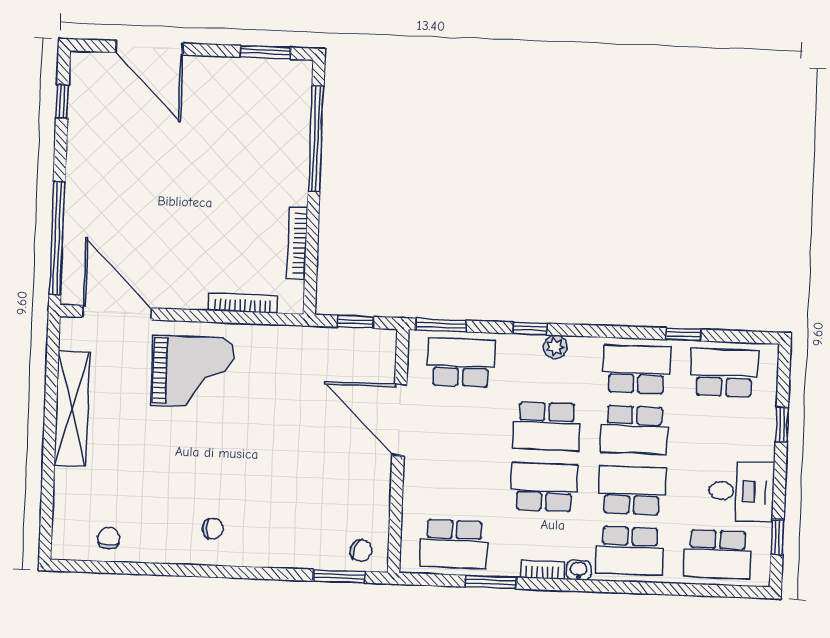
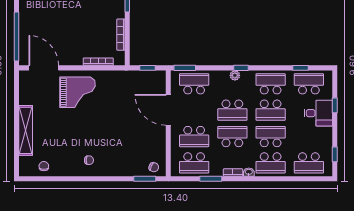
window: (530, 329) -> (241, 68), moved
window: (684, 334) -> (301, 68), moved
shelving: (72, 408) -> (26, 130), moved
school desk: (456, 484) -> (194, 137), added
desk: (741, 491) -> (318, 113), moved

